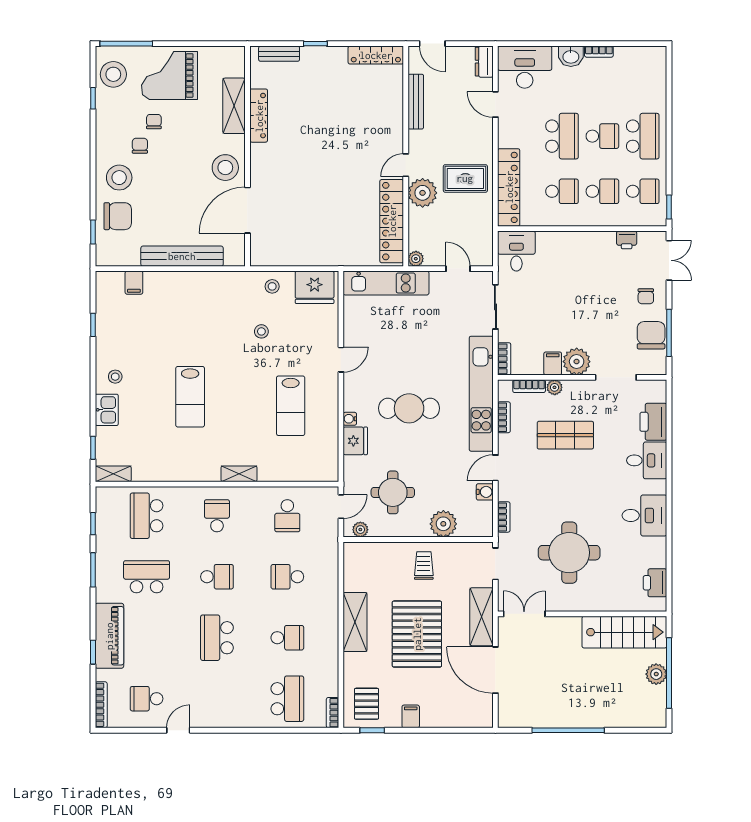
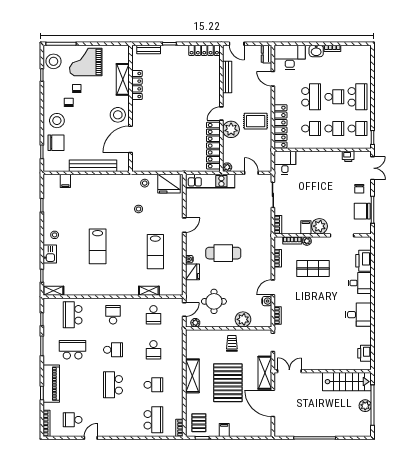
chair: (651, 335) -> (362, 211), turned -90
kitchen unit: (481, 394) -> (265, 245), removed
shelving: (239, 474) -> (149, 291), moved
round table: (569, 553) -> (315, 336), removed
school desk: (287, 577) -> (153, 350), turned -90

